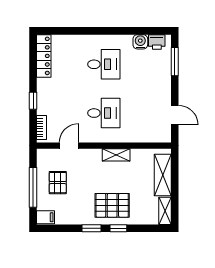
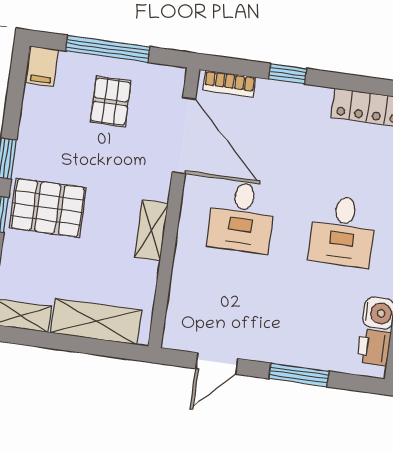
window: (175, 62) -> (299, 375), moved
door: (69, 146) -> (184, 135), width x1.87
pallet: (58, 183) -> (111, 102), turned 90
pallet: (112, 205) -> (48, 208), turned 90

